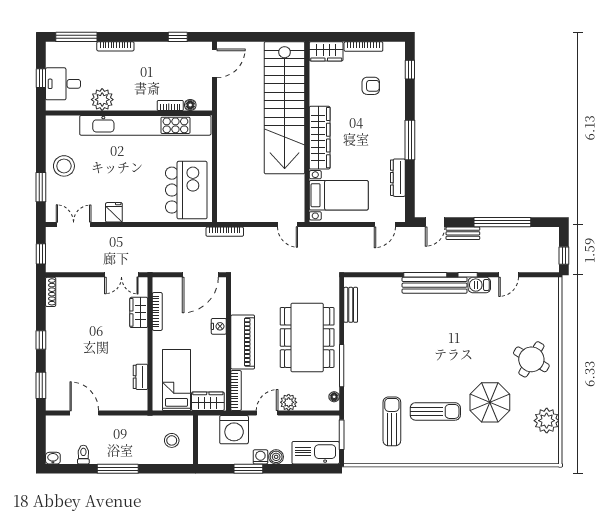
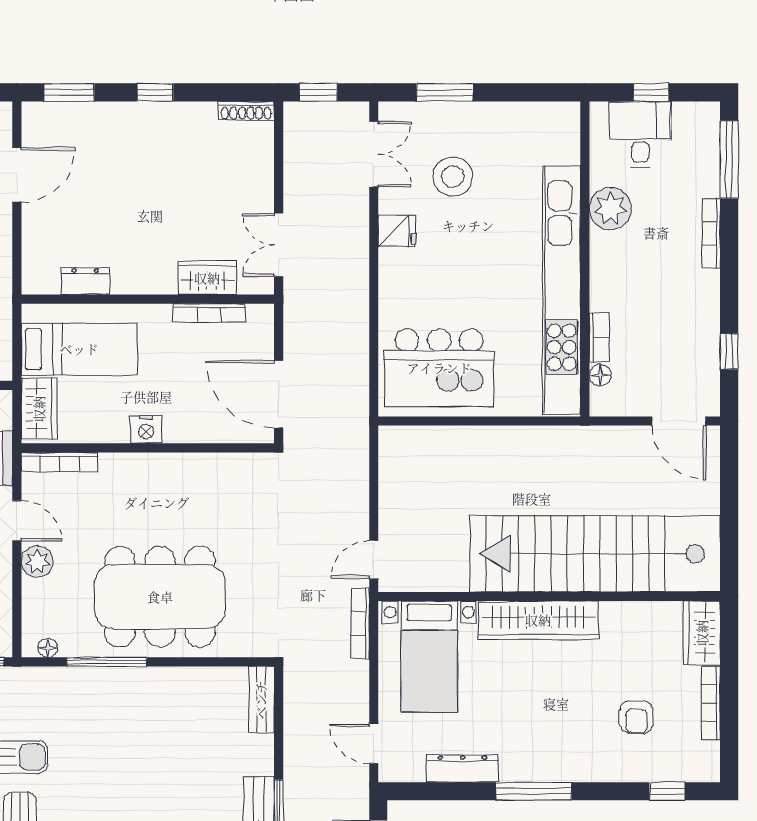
stool: (64, 166) -> (453, 176), moved
bookcase: (225, 232) -> (360, 624), moved
bench: (351, 305) -> (261, 700), moved, turned 90
nightstand: (219, 326) -> (146, 429), moved
piano: (243, 342) -> (151, 475), removed

